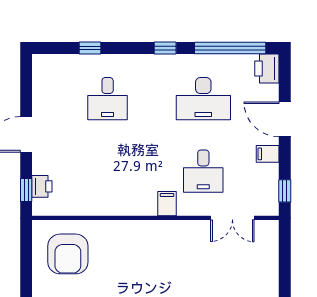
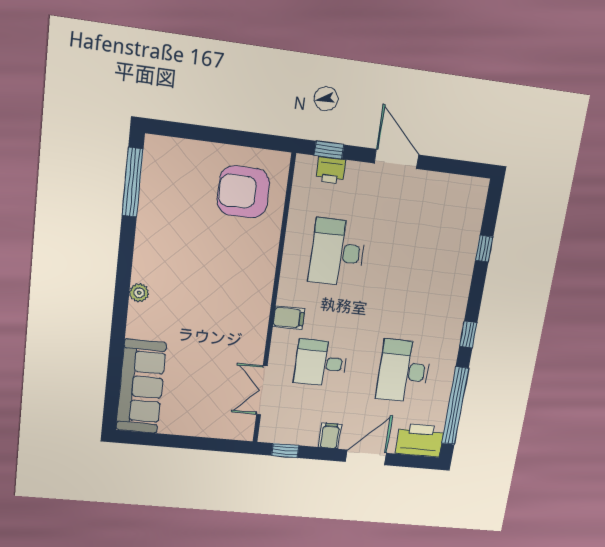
printer: (267, 68) -> (420, 440), width x1.37, depth x1.19
desk: (108, 99) -> (337, 252), moved, width x1.37

